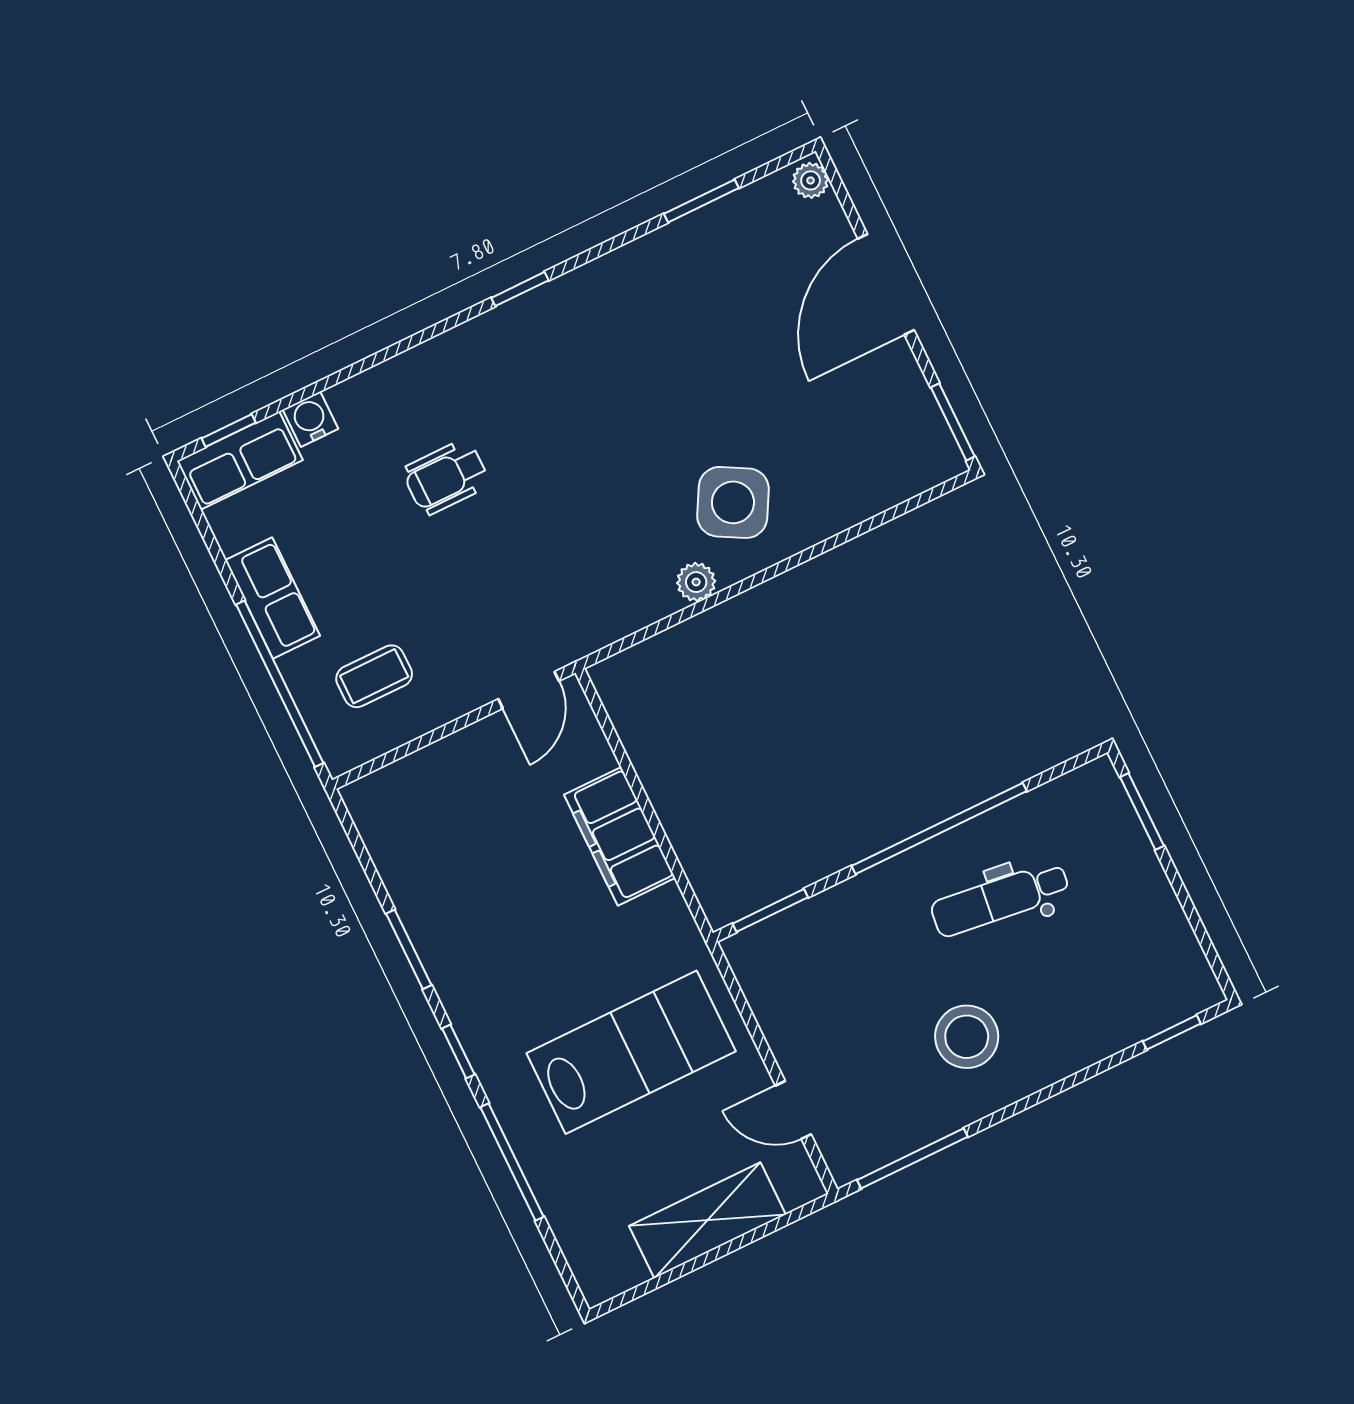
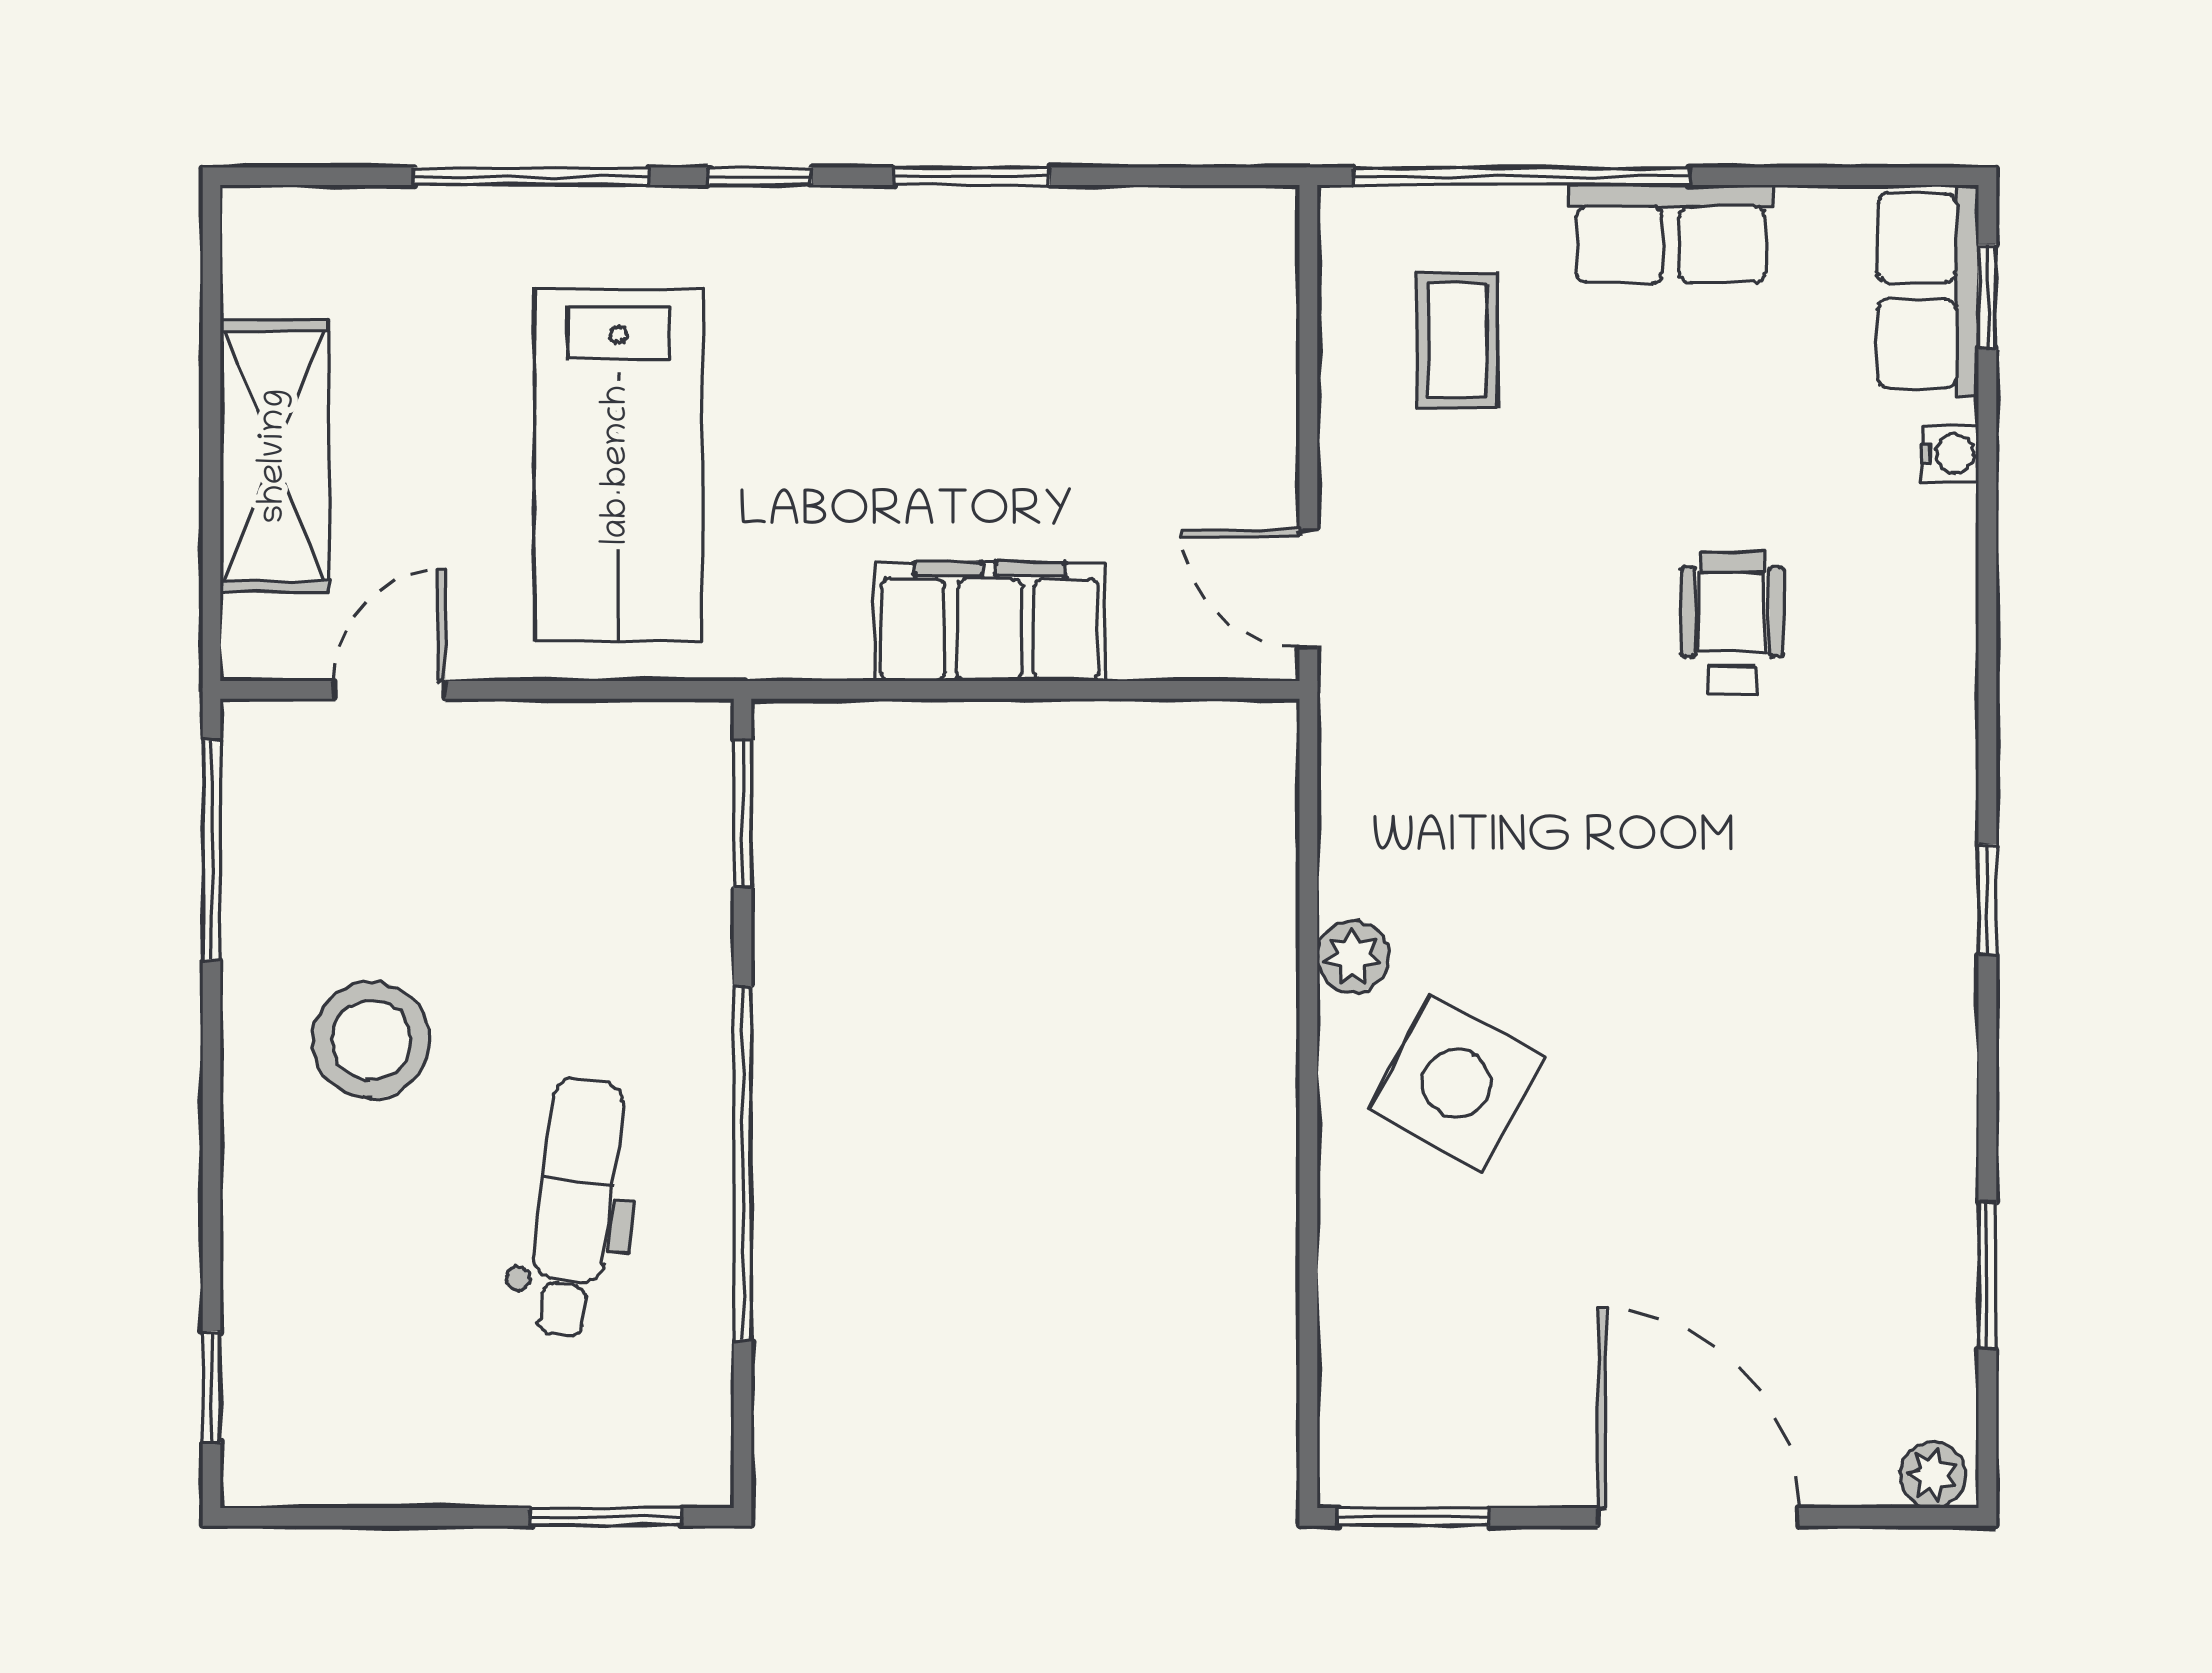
water cooler: (310, 419) -> (1950, 454), width x0.72, depth x0.72

